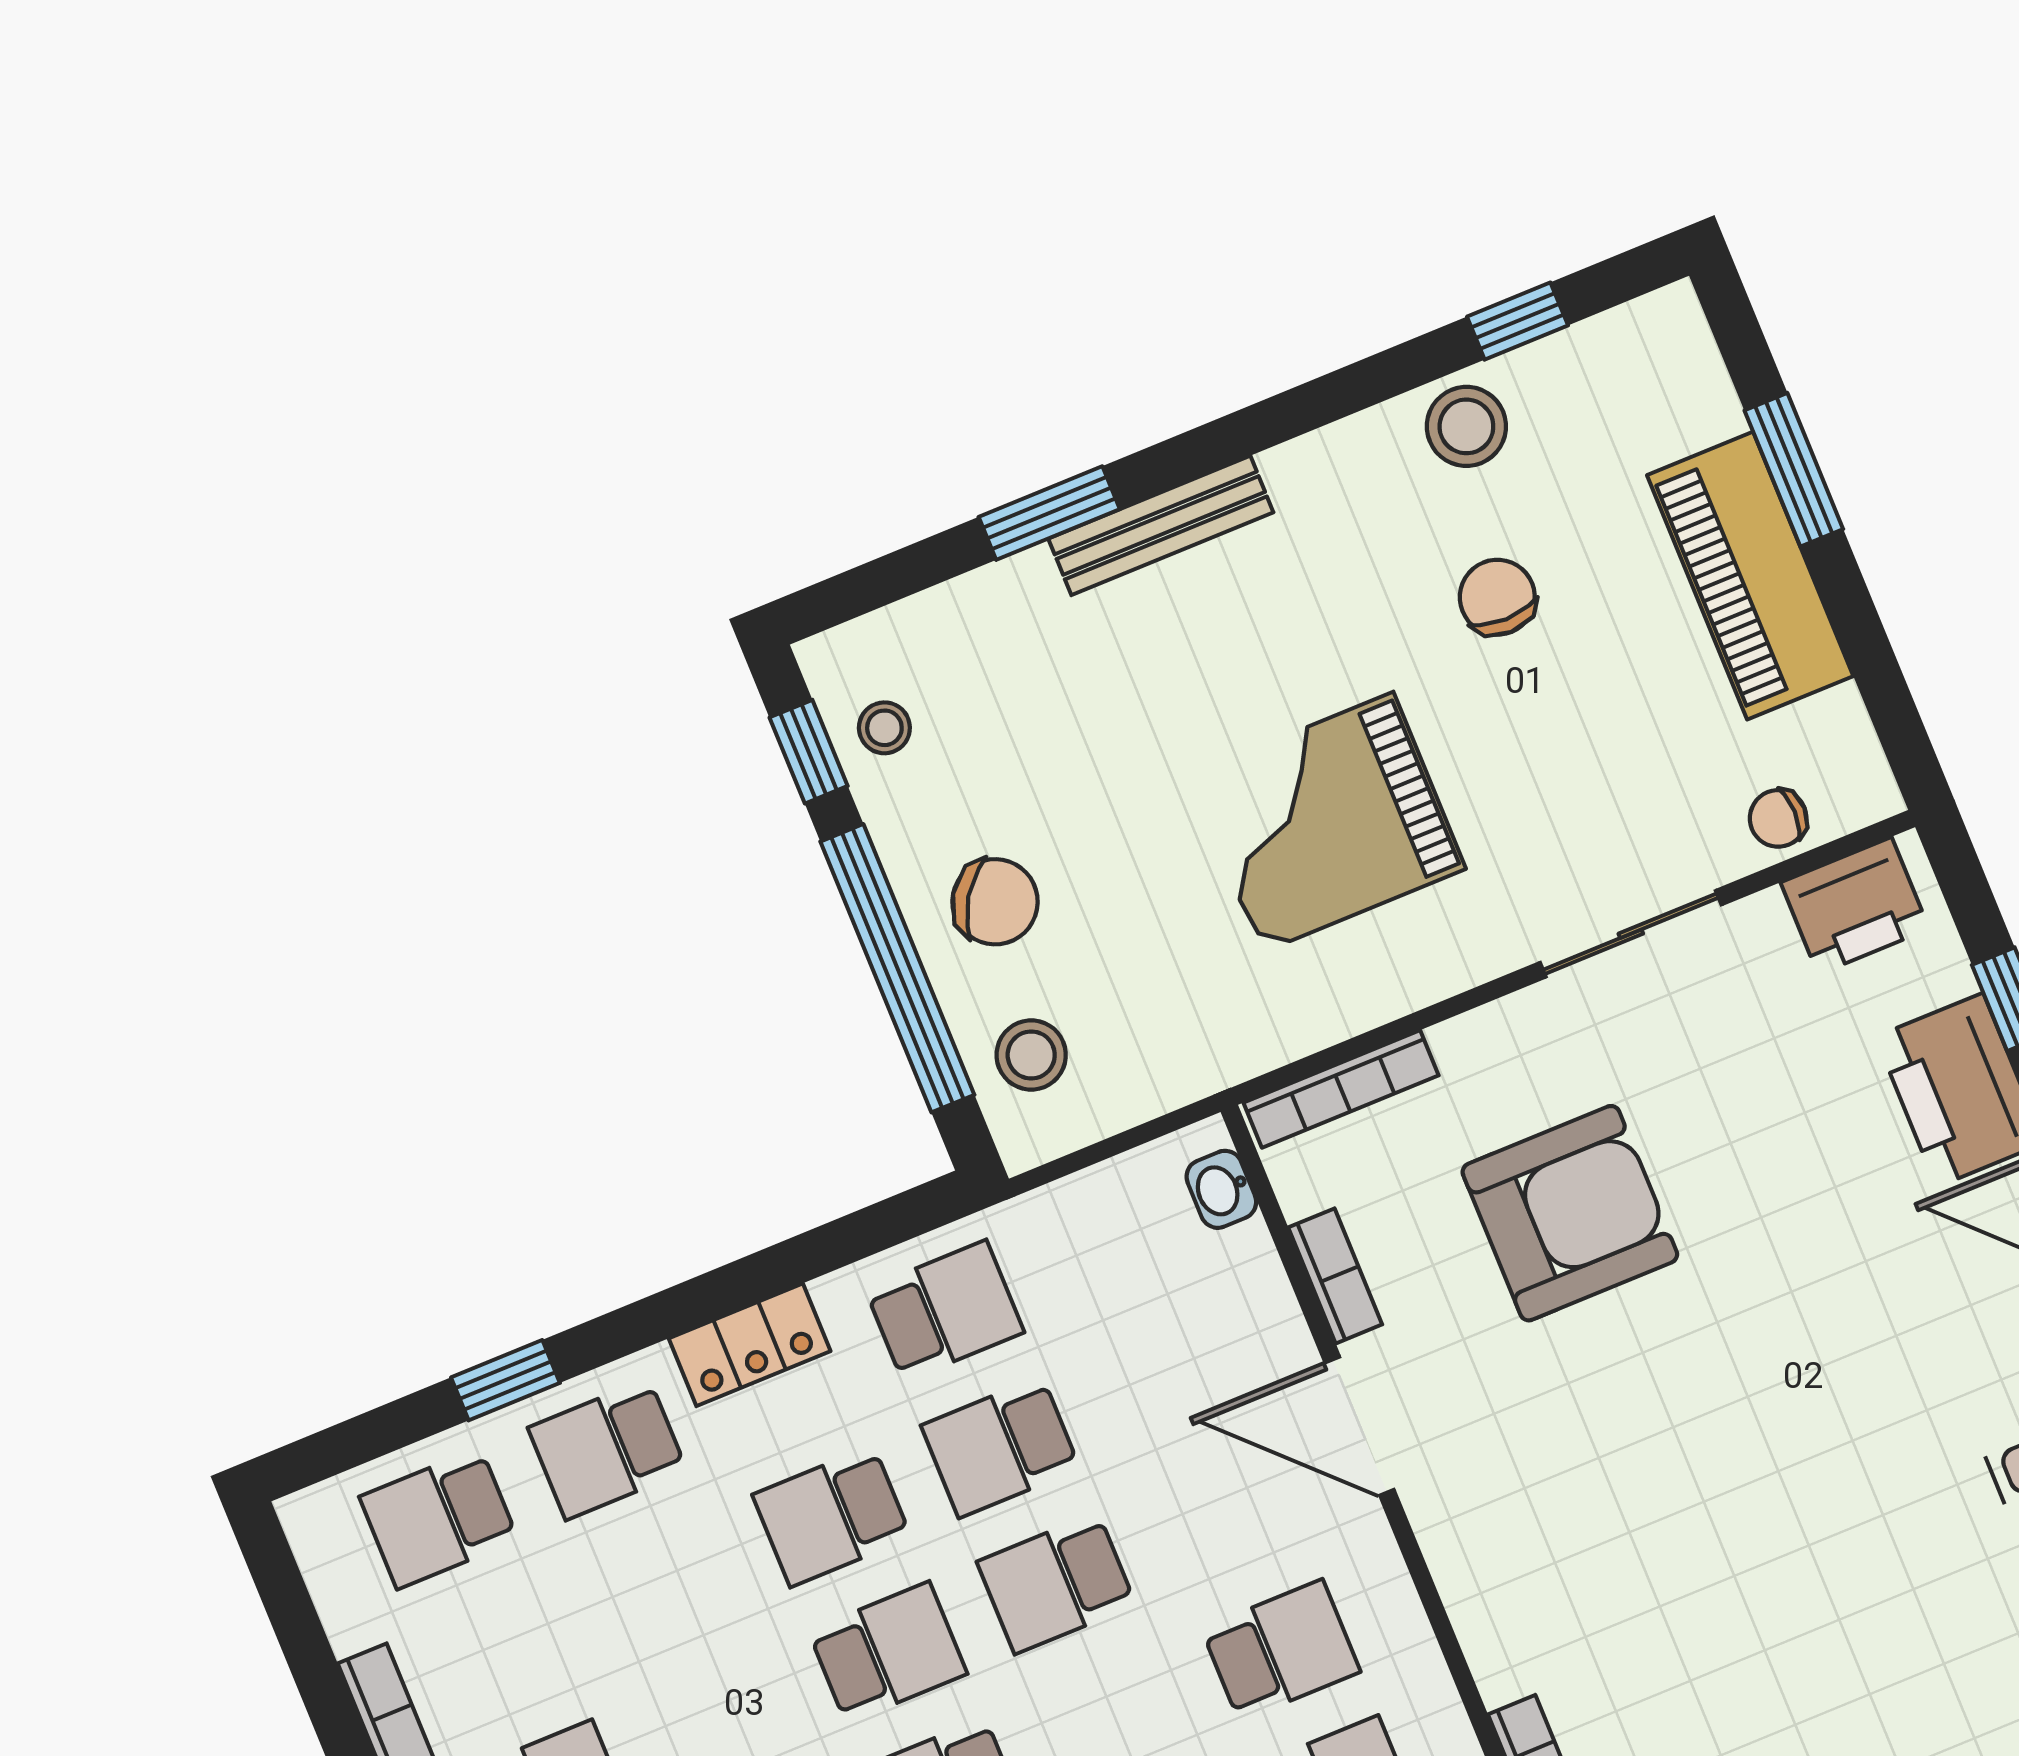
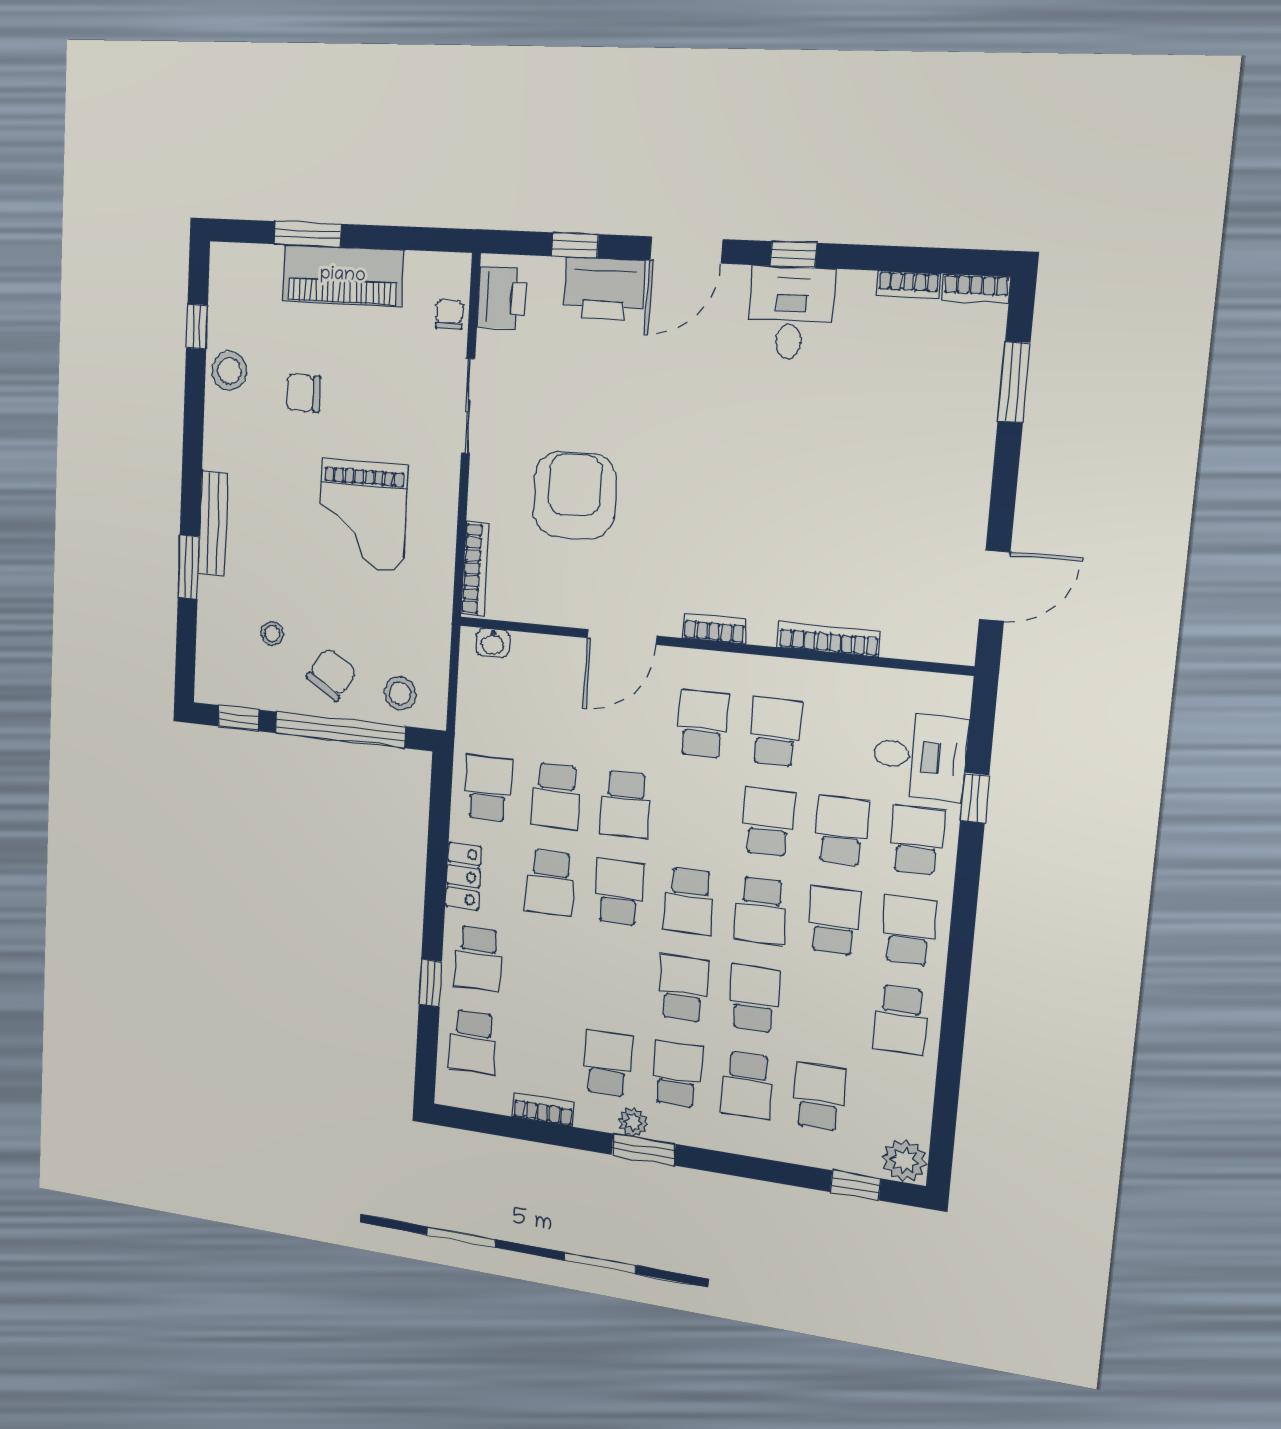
stool: (884, 728) -> (272, 633), moved
chair: (1778, 818) -> (449, 314), turned 180
bookcase: (1335, 1276) -> (714, 629), moved

